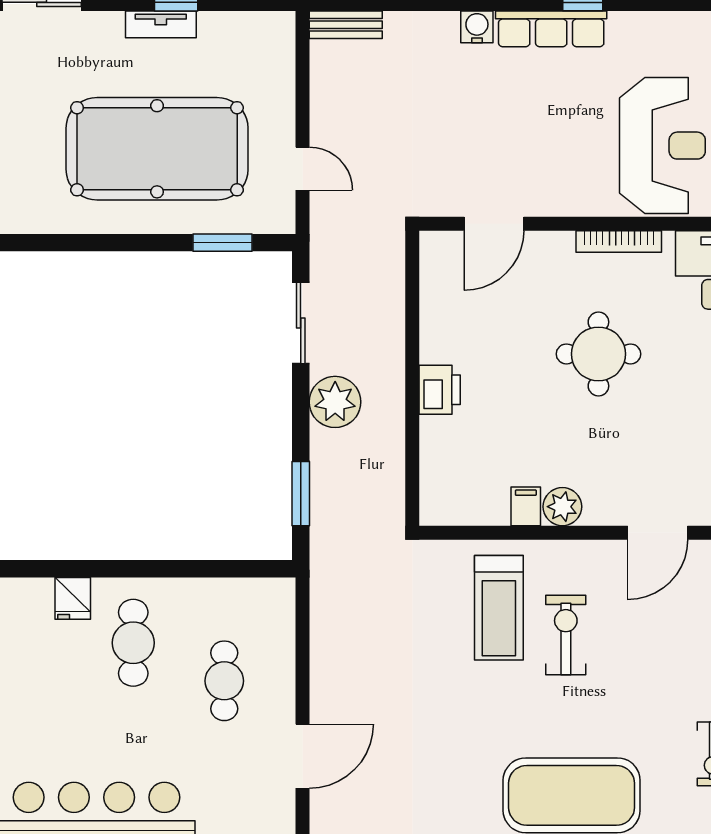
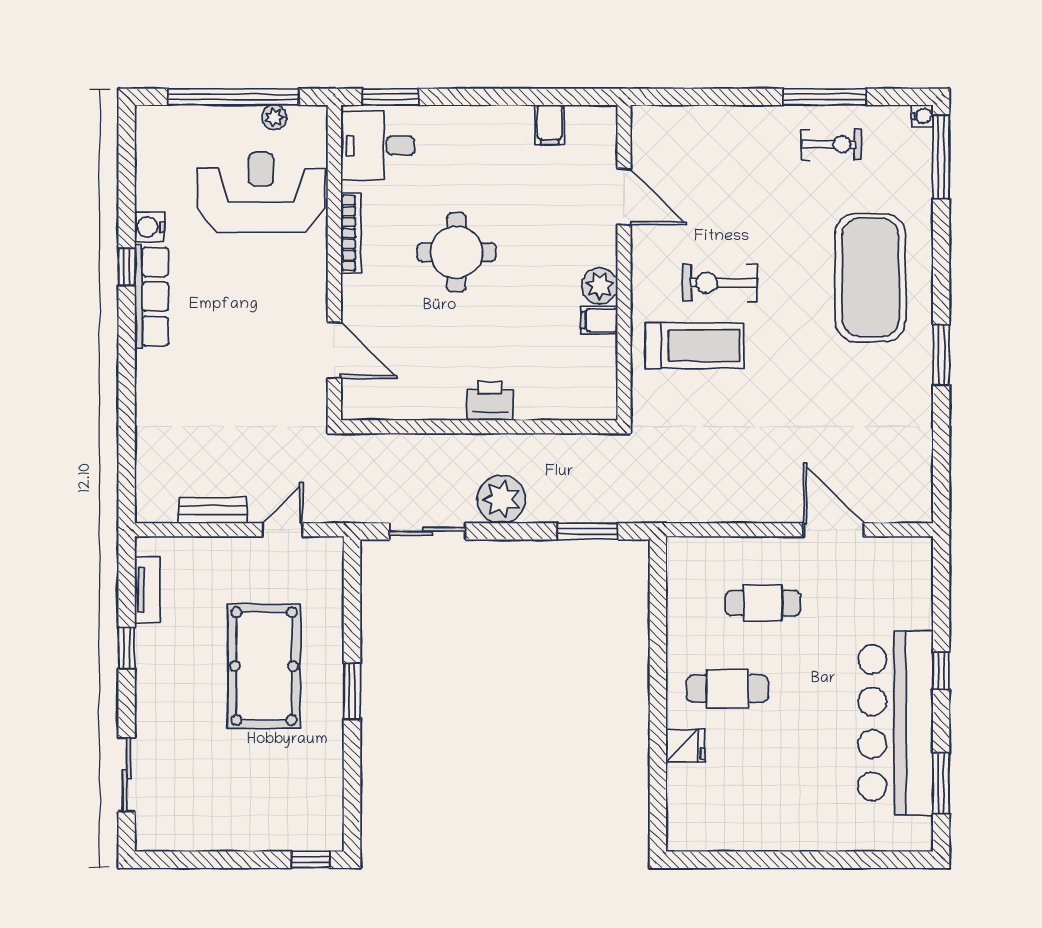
tv unit: (161, 24) -> (147, 590), moved
bench: (346, 25) -> (213, 510), moved, turned 90
water cooler: (477, 27) -> (150, 227), moved
pool table: (157, 149) -> (264, 666), width x0.73, depth x0.76
window: (222, 243) -> (352, 691), moved

